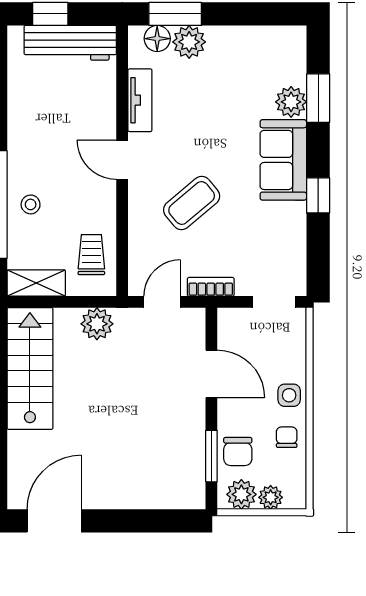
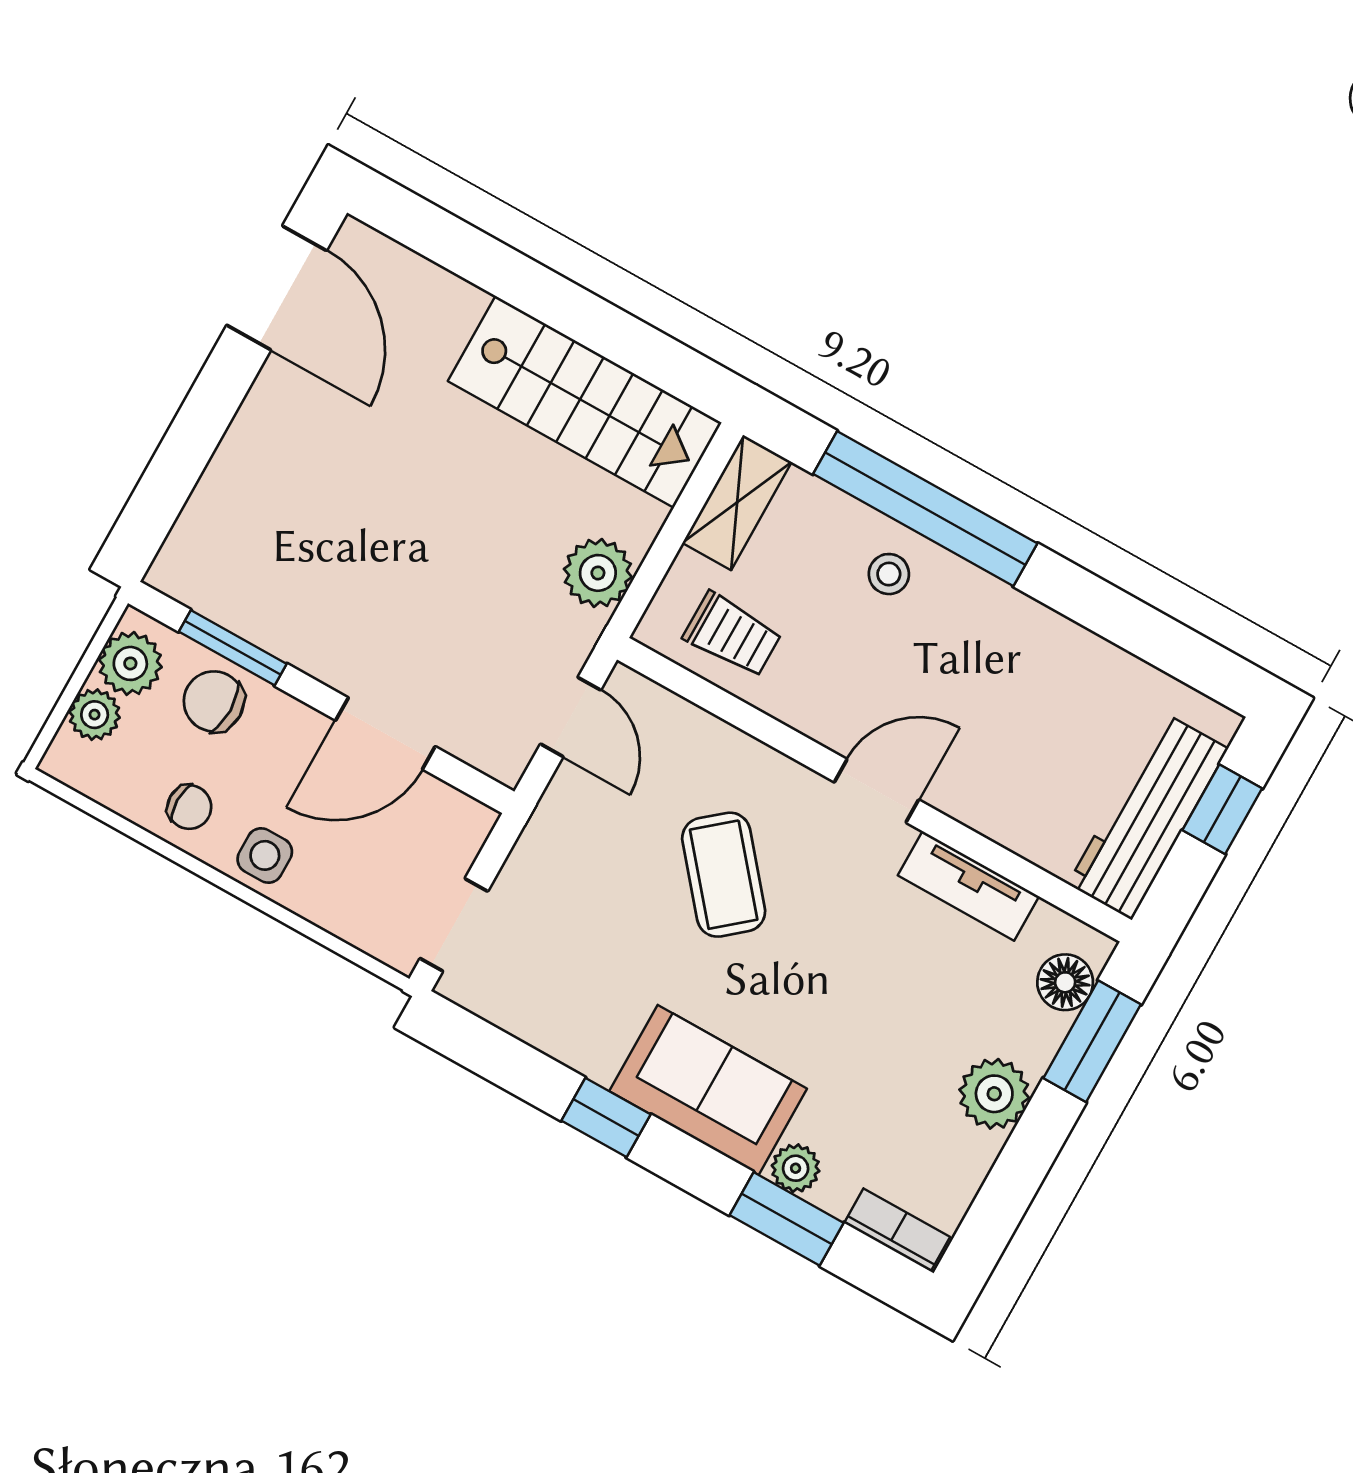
plant: (189, 42) -> (994, 1094), moved
plant: (291, 102) -> (796, 1168), width x0.73, depth x0.73
bookcase: (211, 287) -> (897, 1230), moved, turned -90

